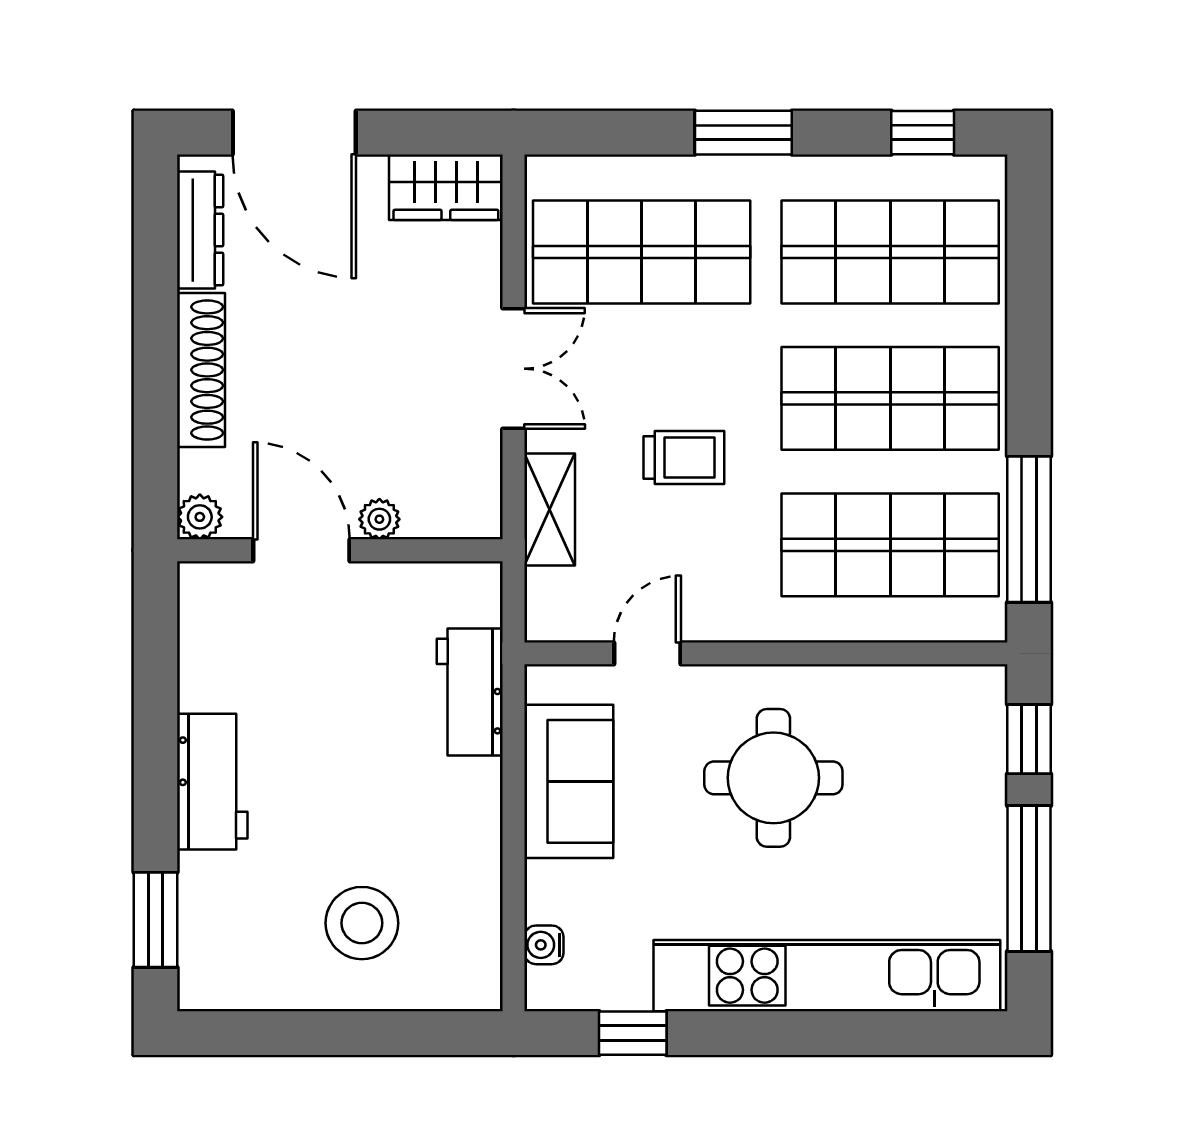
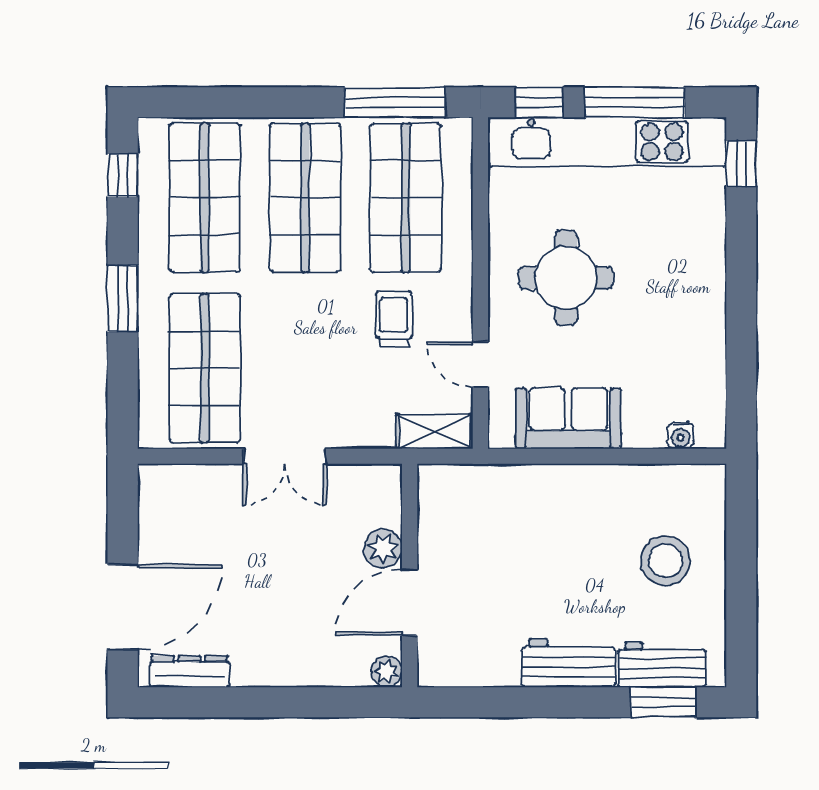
wardrobe: (446, 187) -> (160, 503), removed
double door: (514, 369) -> (285, 456), swing flipped
shoe rack: (201, 370) -> (286, 671), removed
trolley: (684, 458) -> (394, 319), moved
shelving: (550, 510) -> (434, 431), moved
plant: (379, 519) -> (383, 548), width x1.38, depth x1.38
workbench: (470, 692) -> (662, 665), moved, turned 180
kitchen unit: (827, 976) -> (607, 142), moved, turned -90
window: (633, 1033) -> (741, 164), moved

